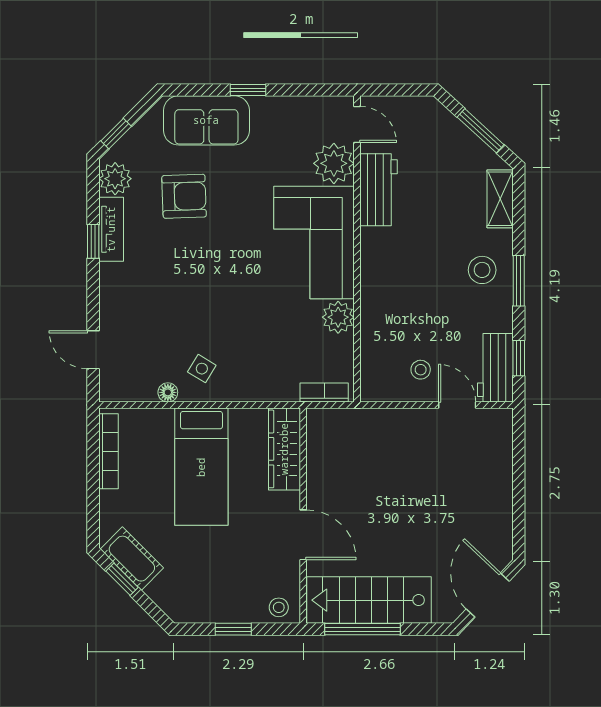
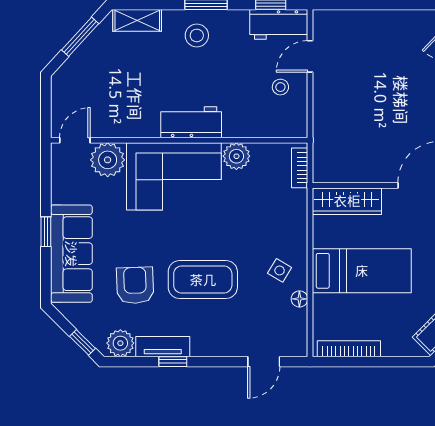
sofa: (206, 120) -> (71, 254), width x1.36
workbench: (379, 190) -> (191, 122), moved
coffee table: (191, 277) -> (203, 280), added

